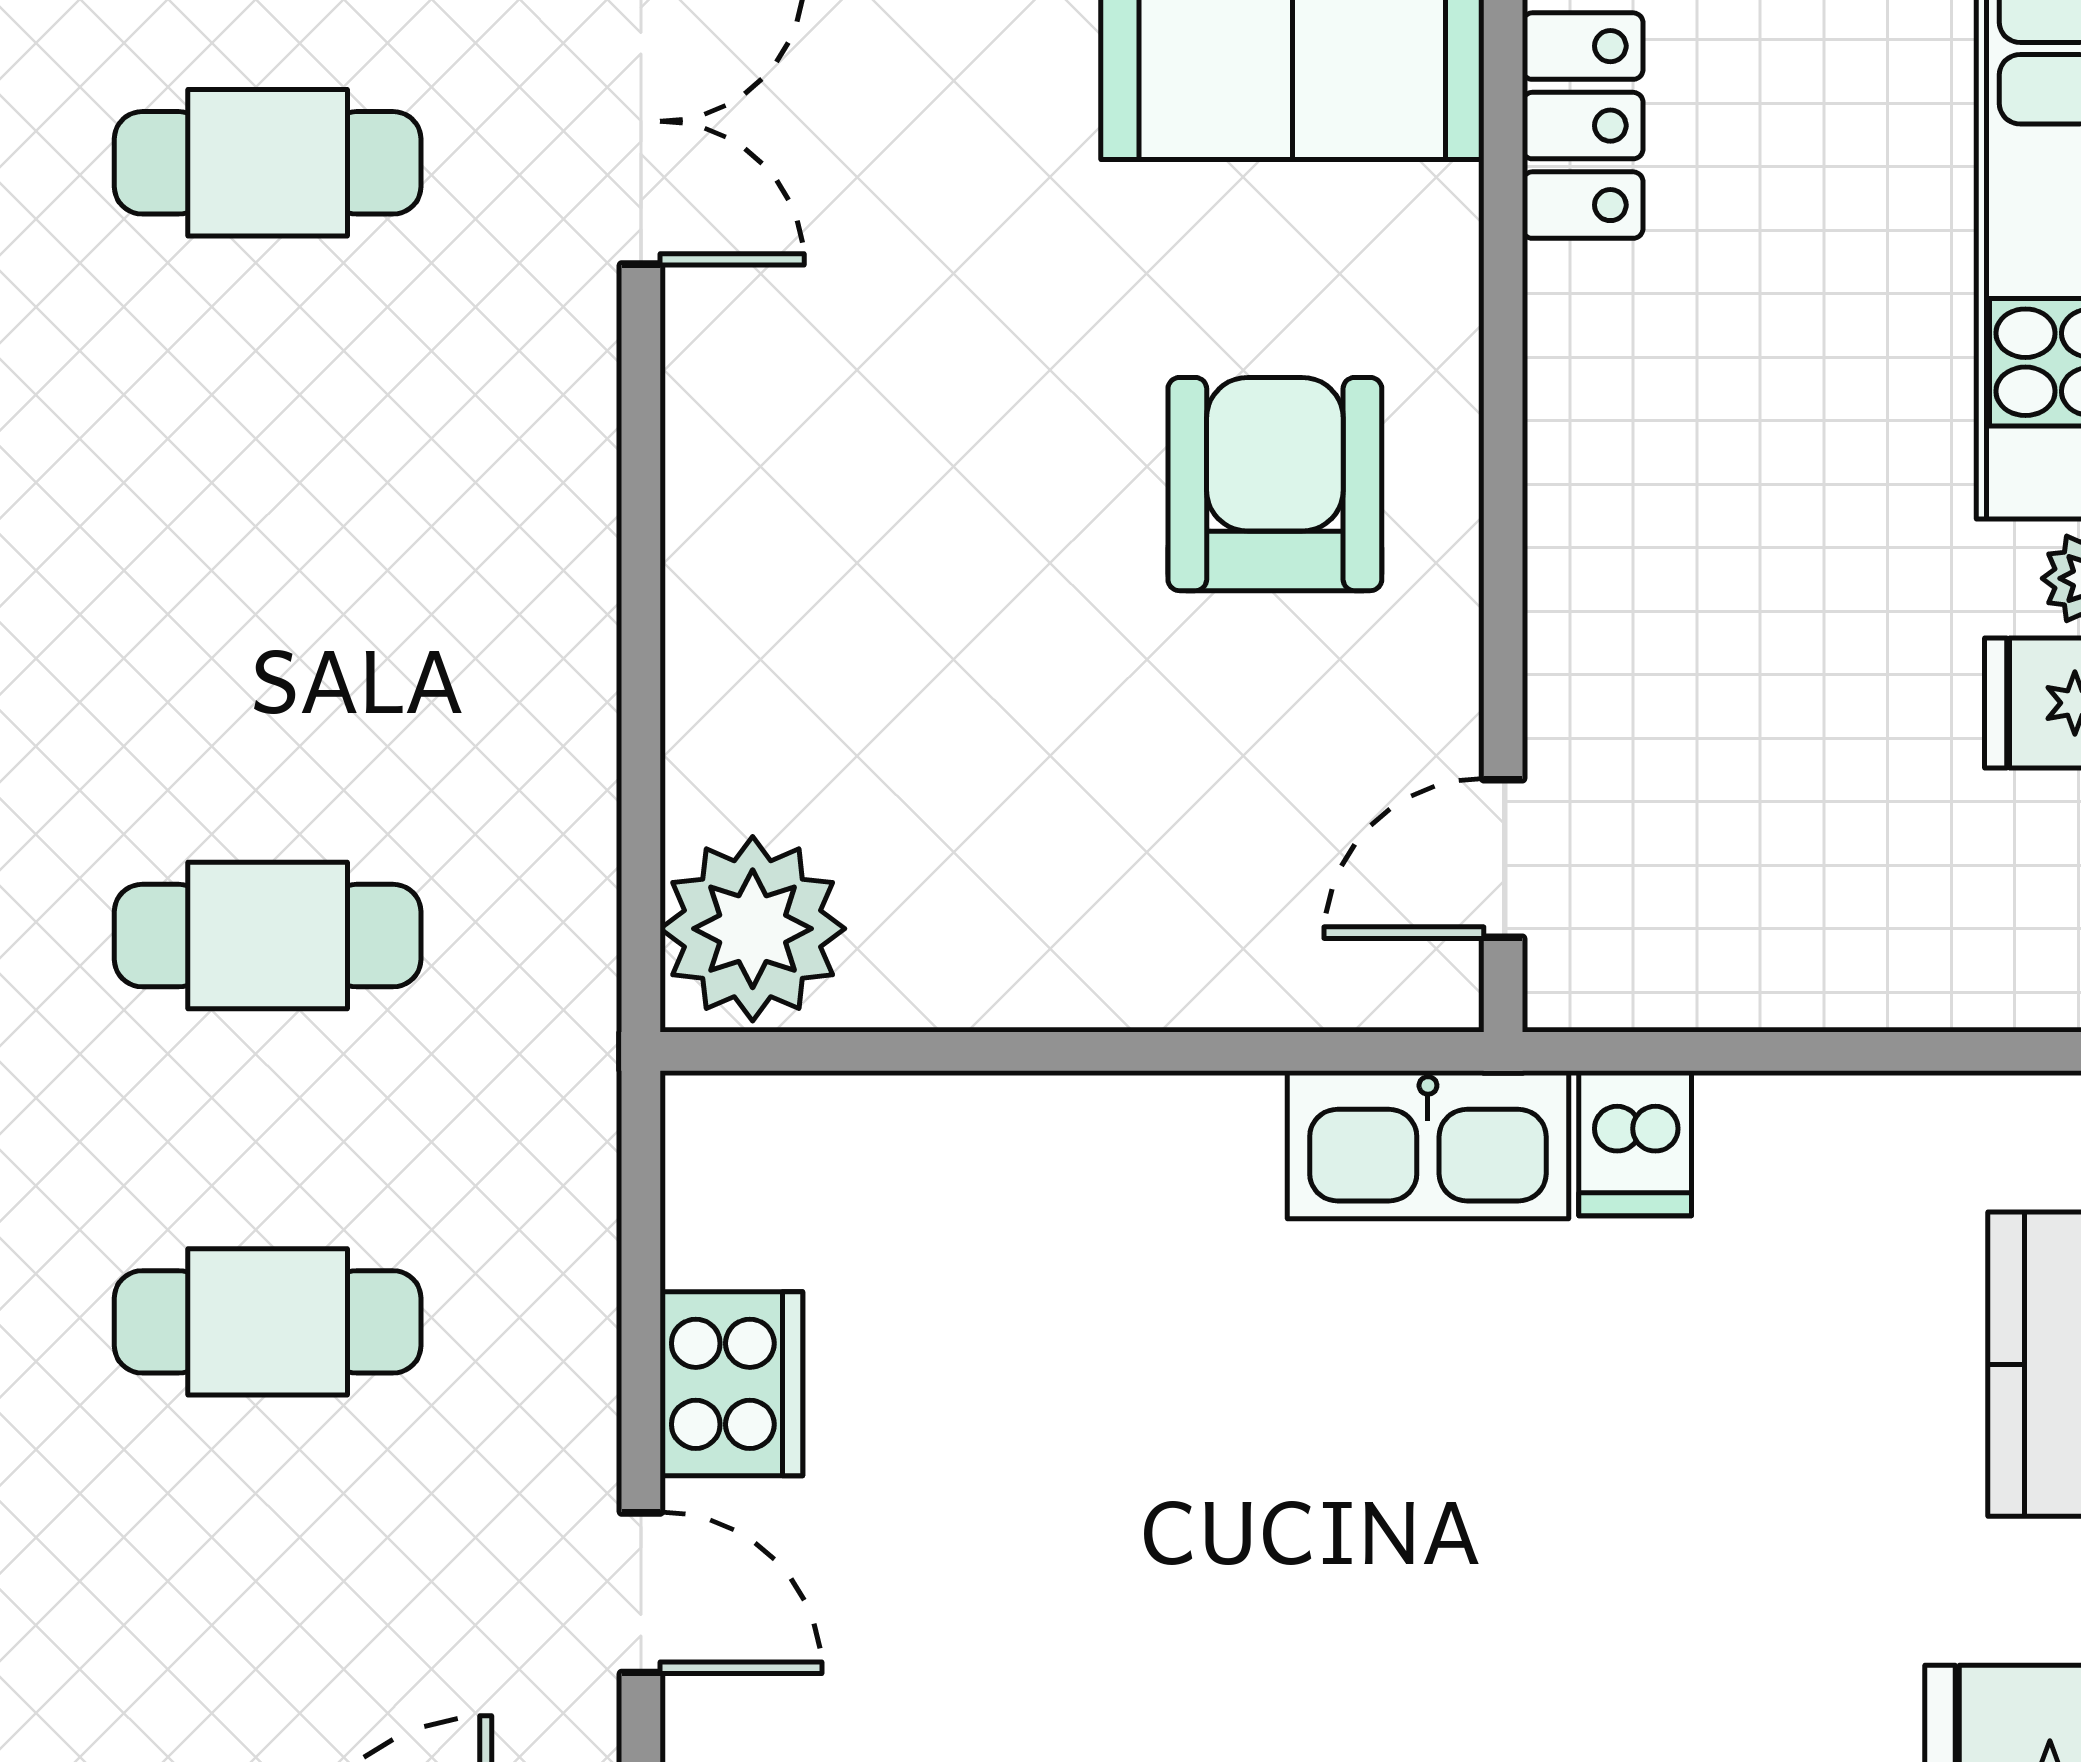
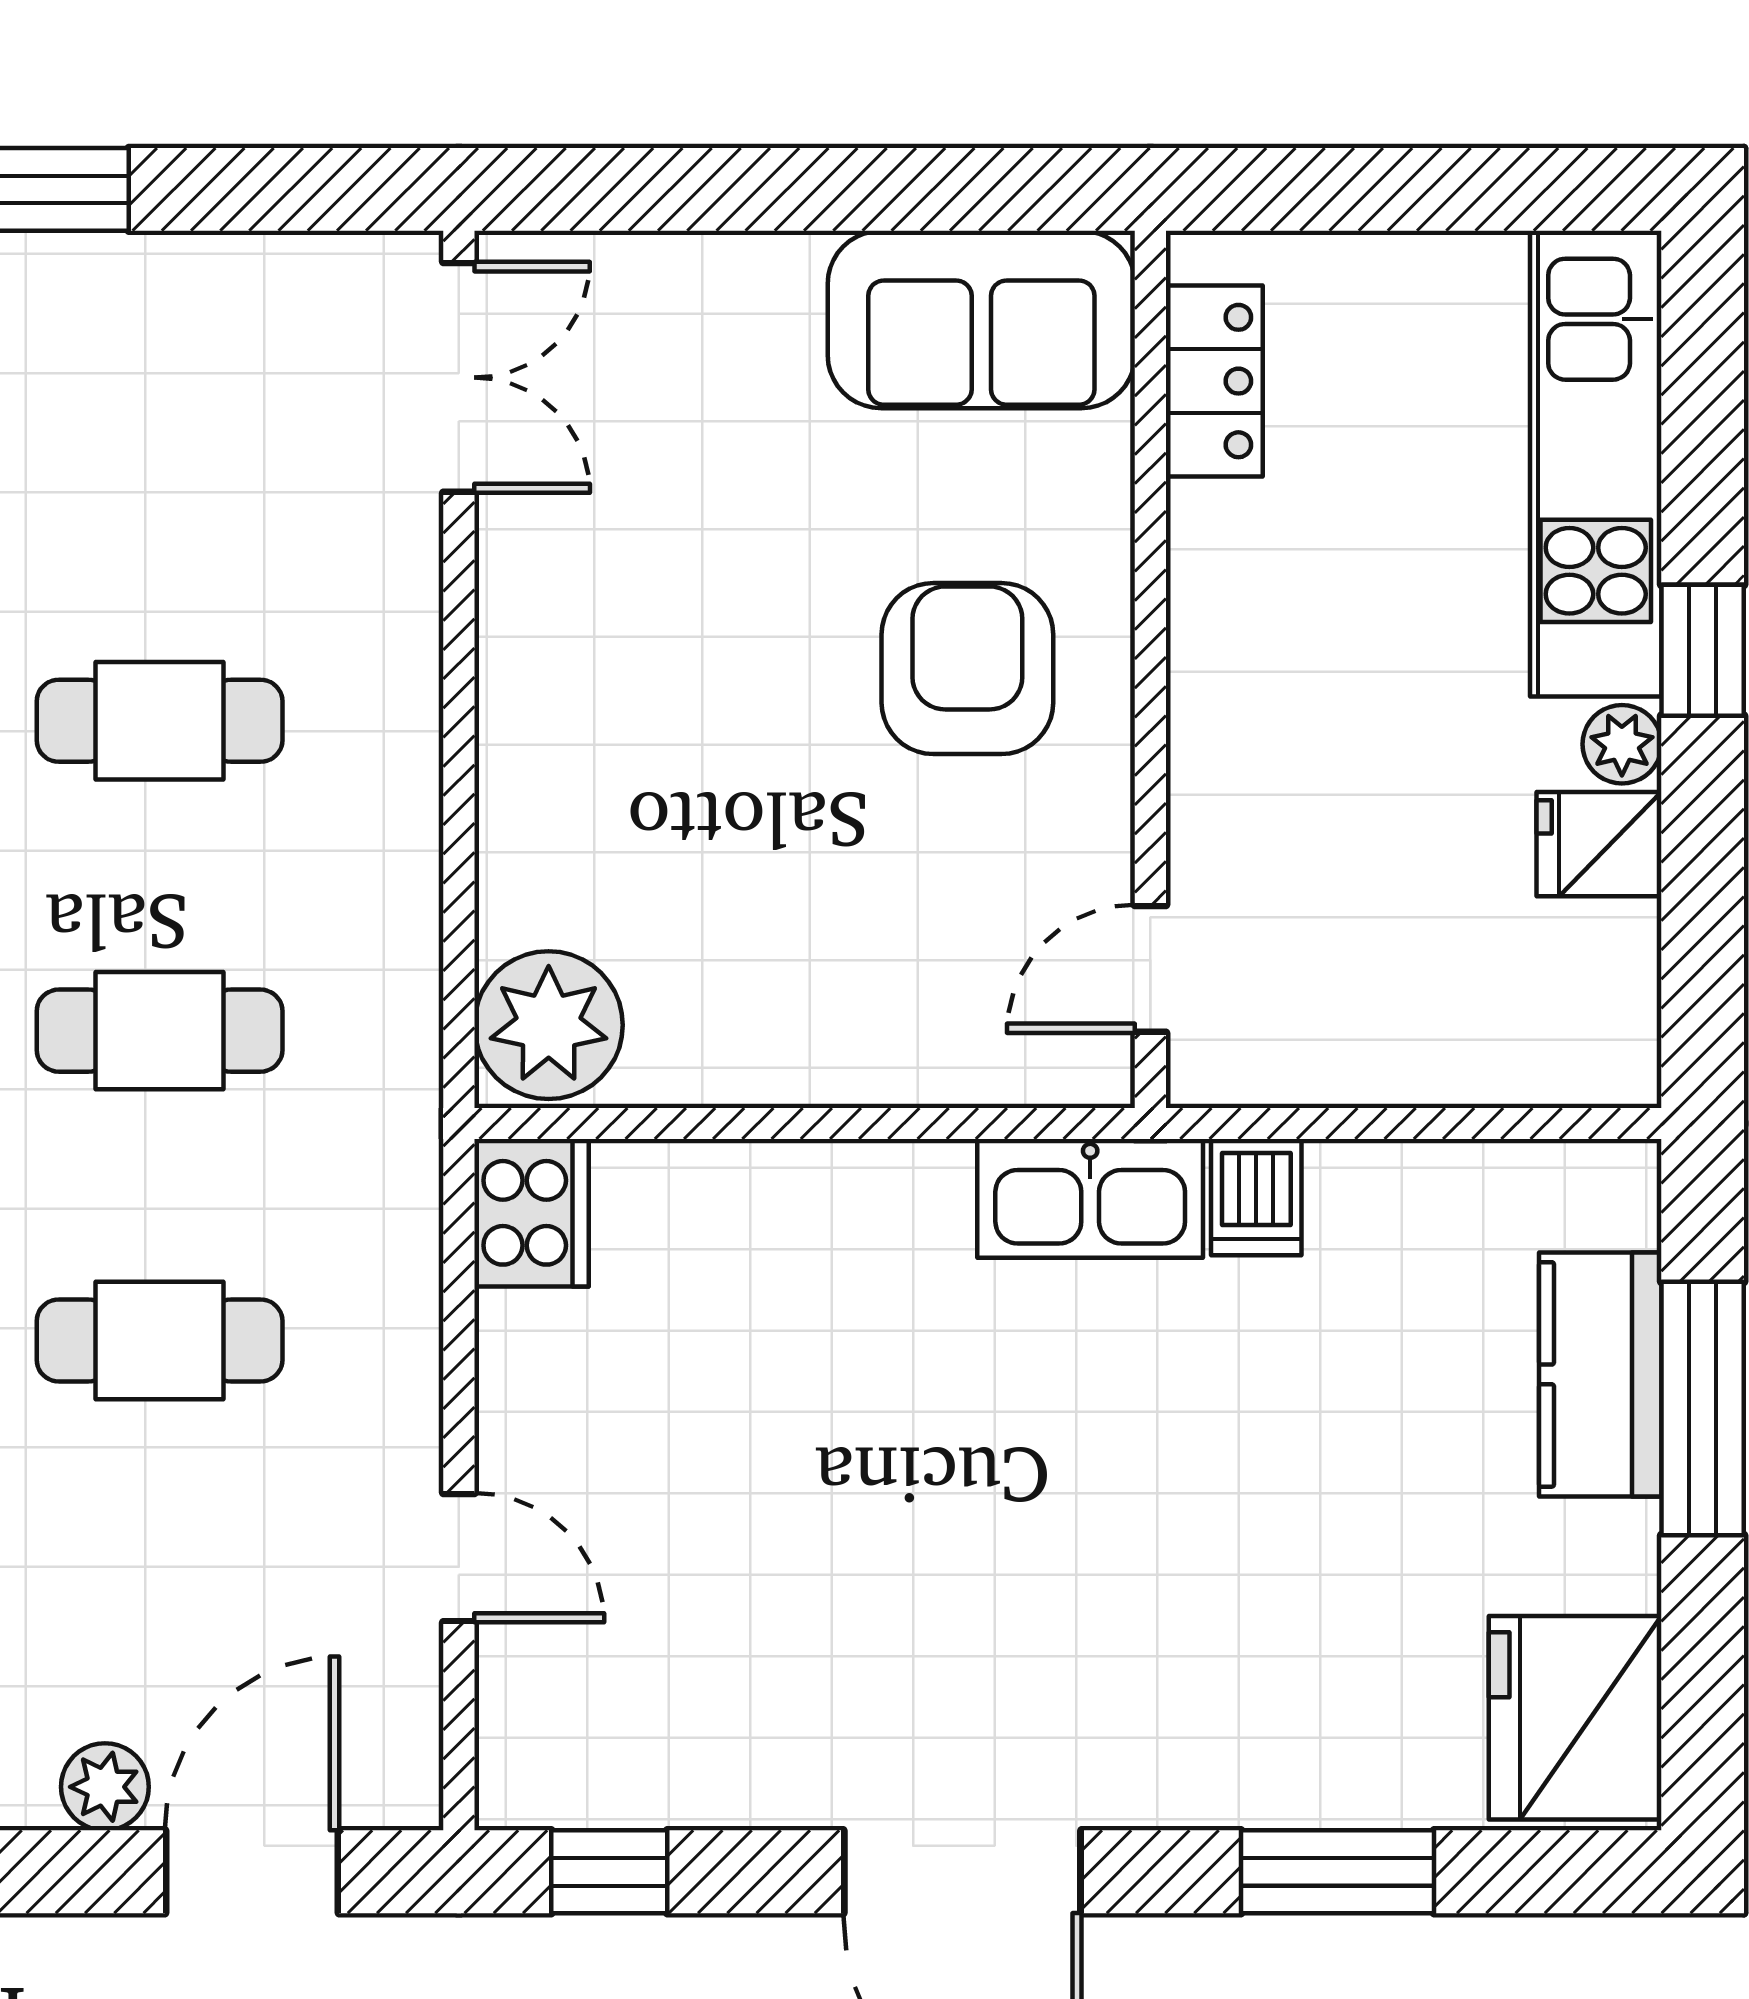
cafe table: (268, 163) -> (160, 721), moved
cooker: (731, 1384) -> (532, 1213), moved

